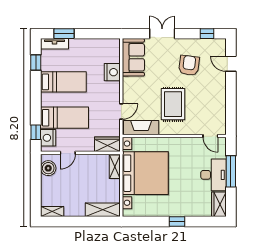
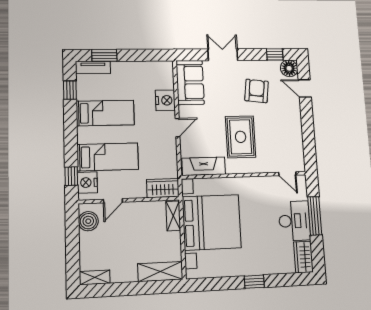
floor lamp: (219, 46) -> (289, 68), added
door: (121, 112) -> (177, 127), moved

